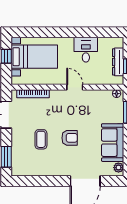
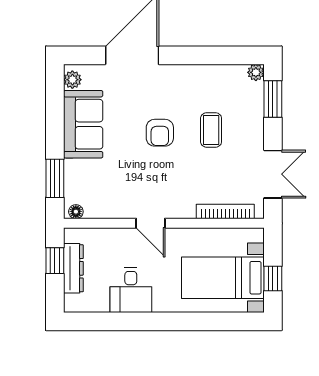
armchair: (70, 138) -> (160, 133), turned -90
plant: (16, 172) -> (256, 72), added

